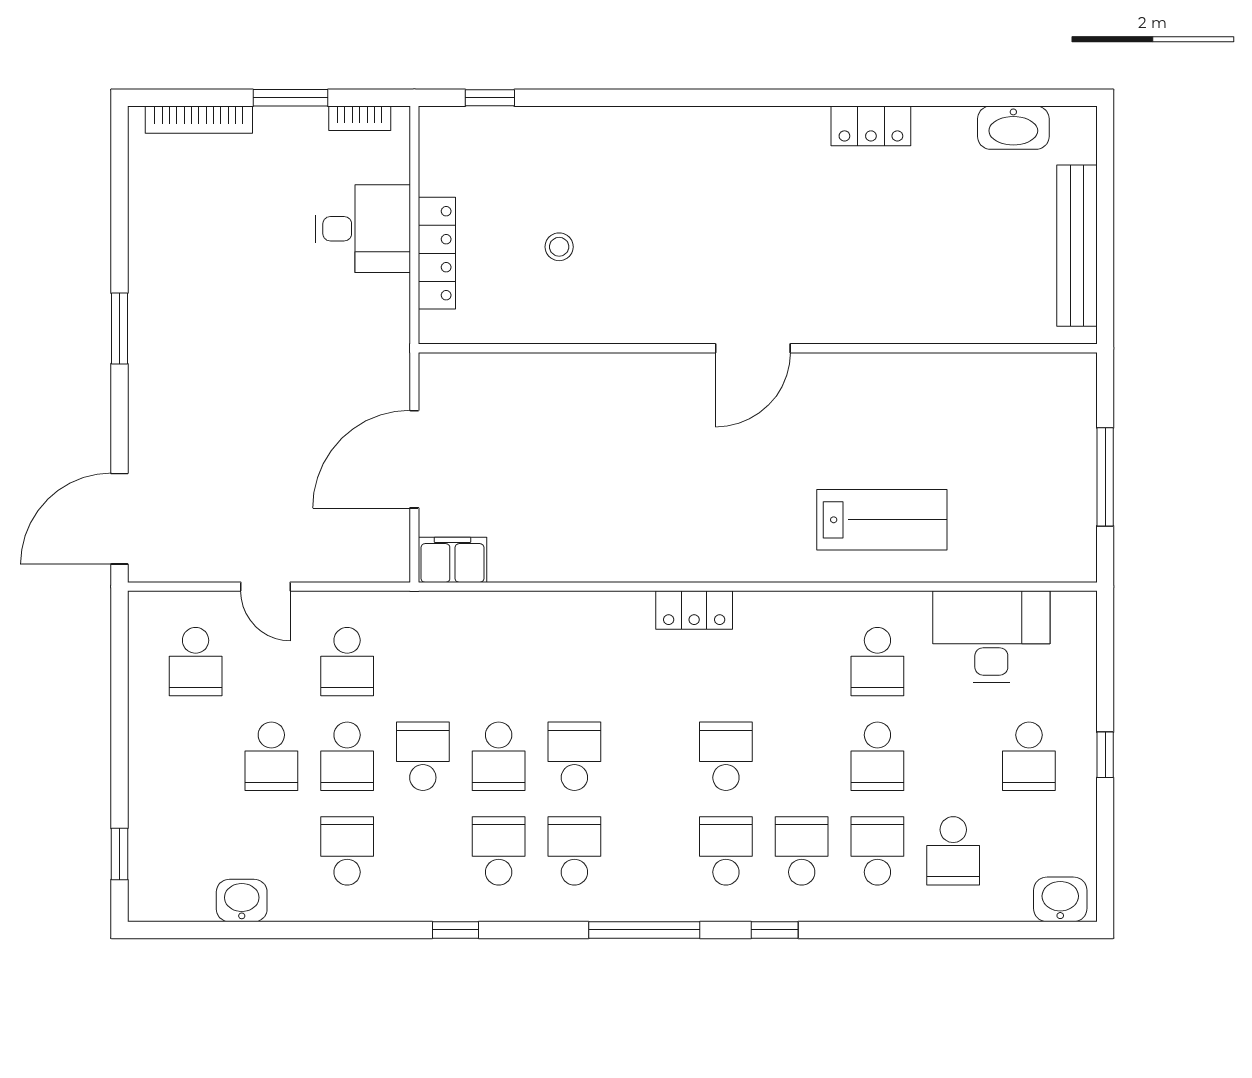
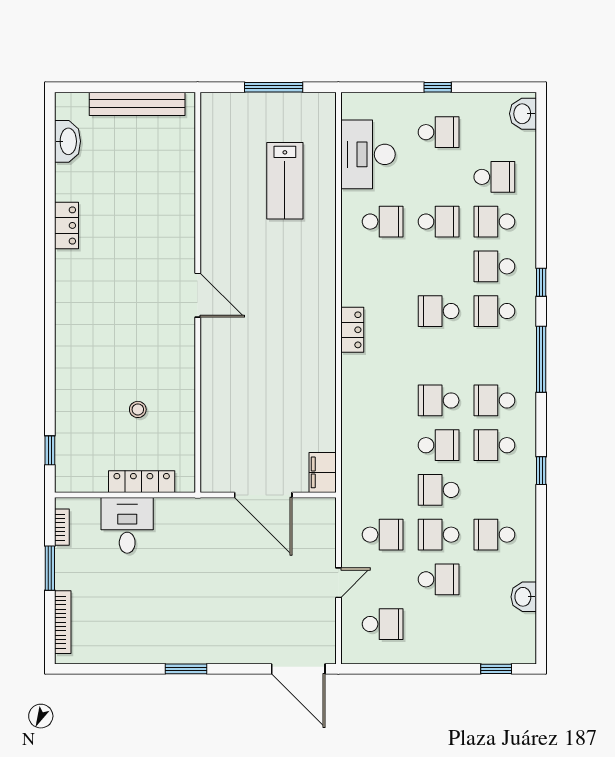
lab bench: (882, 520) -> (285, 181), moved, turned 180
school desk: (347, 756) -> (439, 535), turned 180

